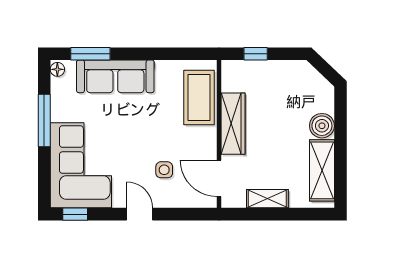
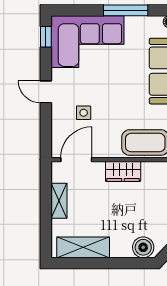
wardrobe: (233, 124) -> (123, 171), width x0.67
boiler: (322, 126) -> (143, 247), moved
door: (140, 214) -> (46, 92), swing flipped

